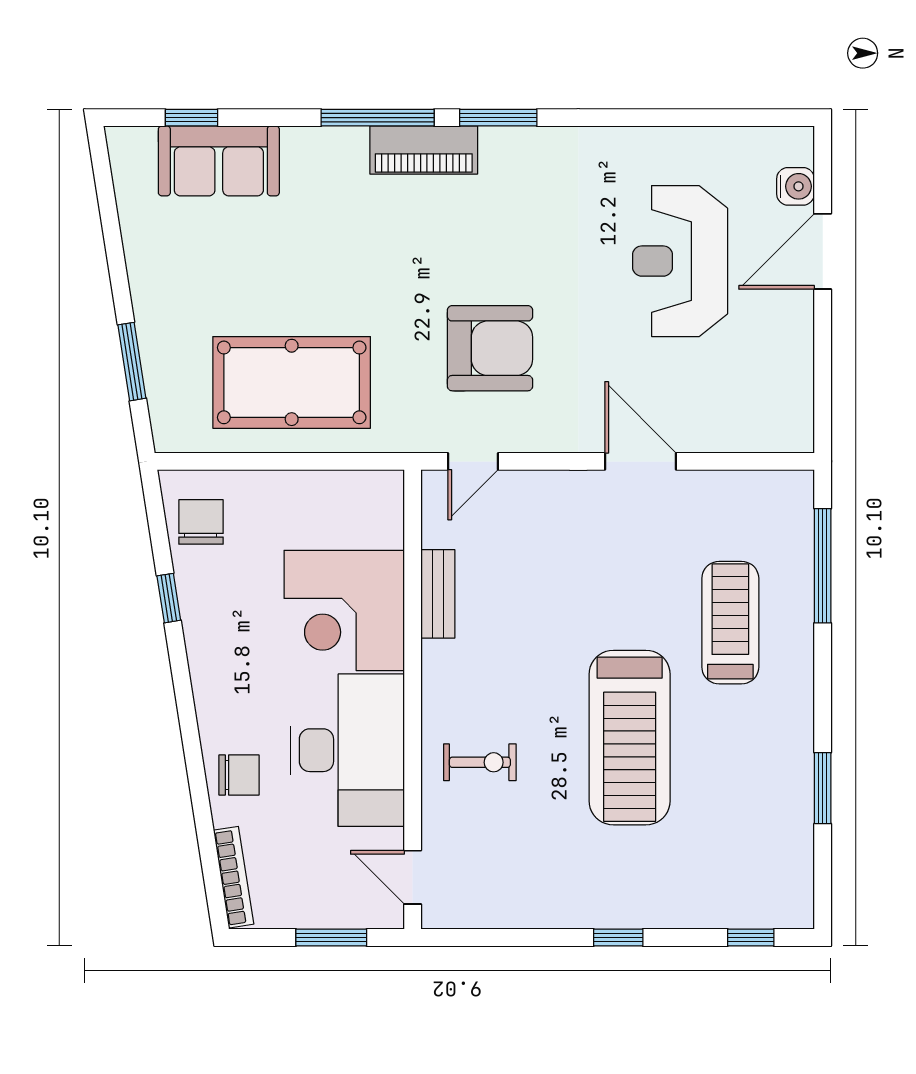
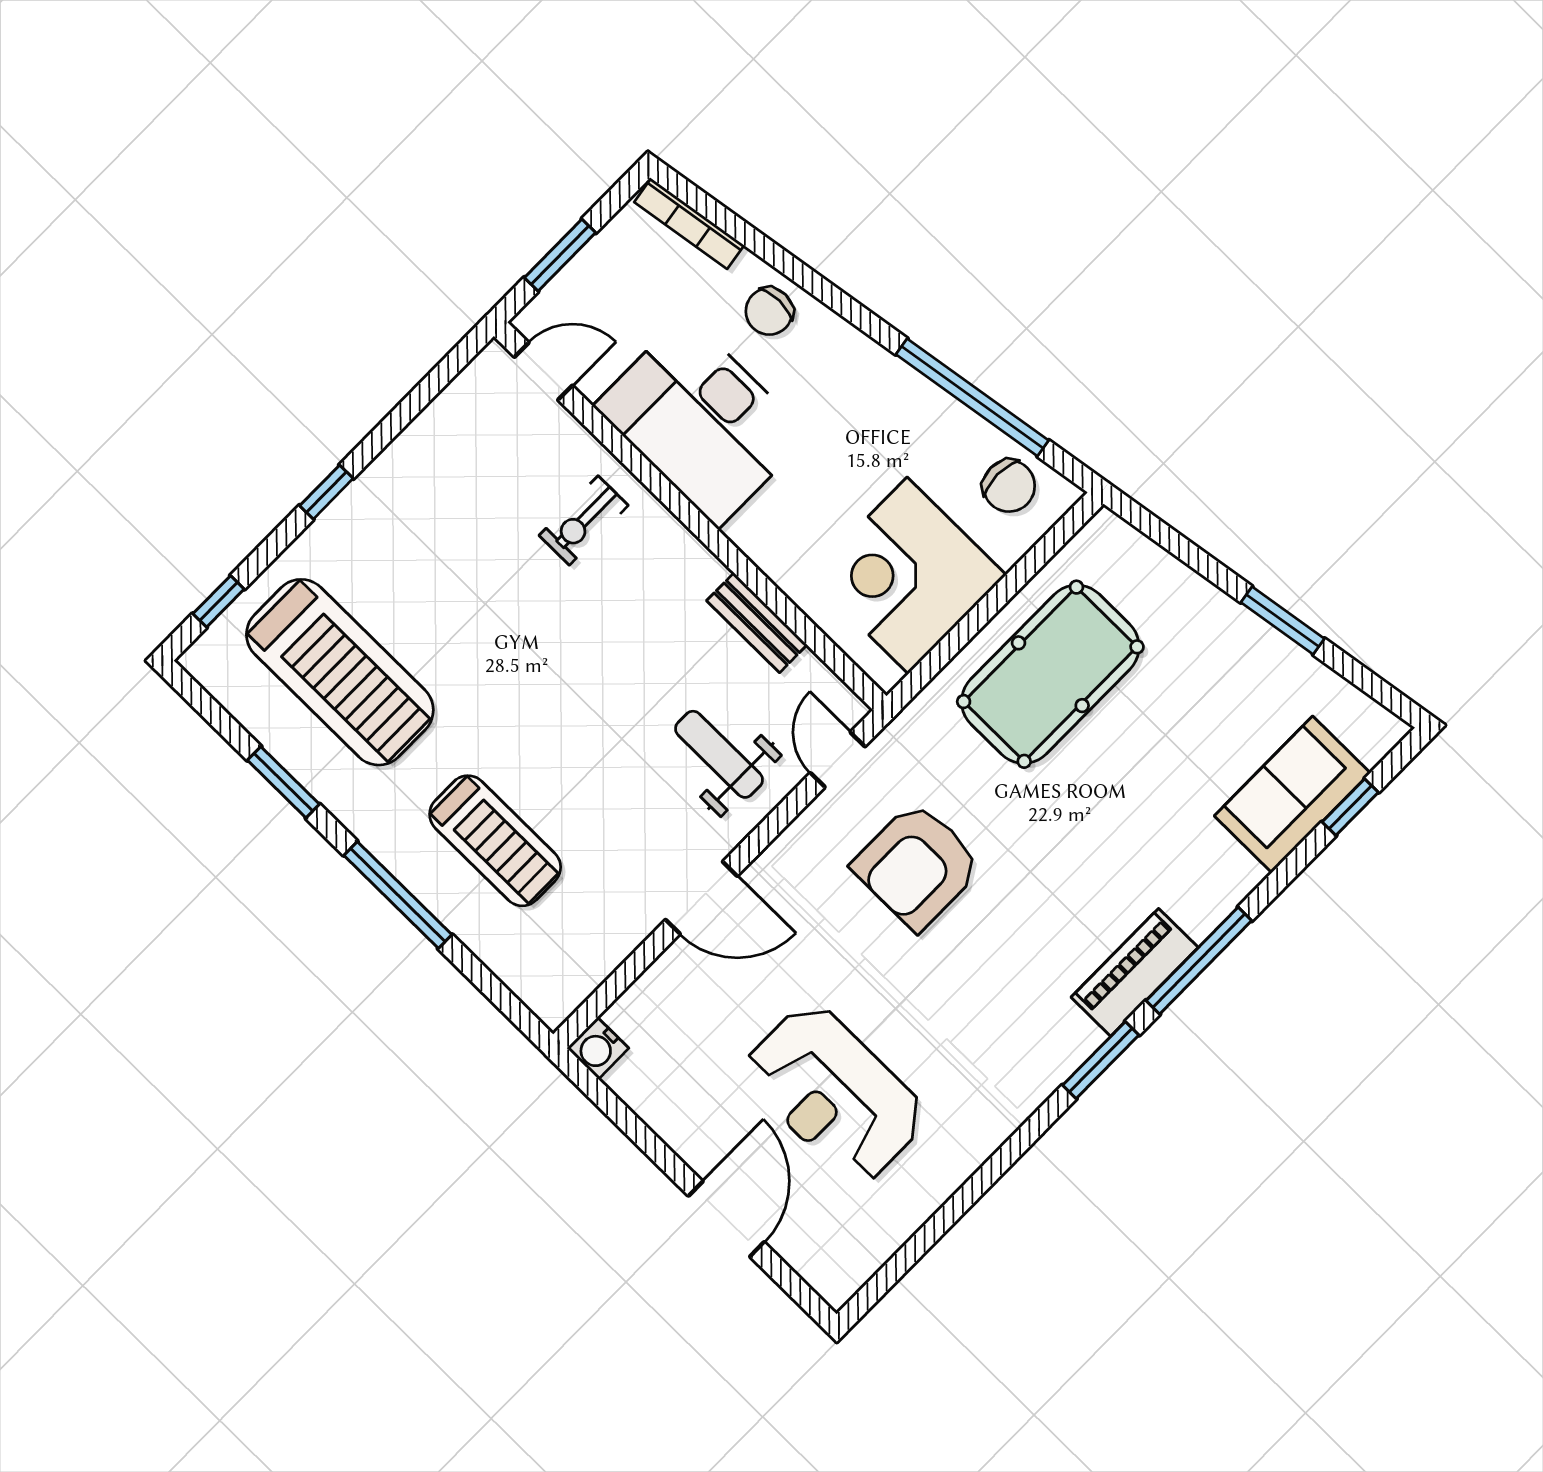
water cooler: (796, 186) -> (598, 1048), moved
reception desk: (680, 261) -> (834, 1093), turned 180
window: (132, 362) -> (1283, 621), moved
weight bench: (542, 537) -> (719, 754), added
window: (823, 566) -> (398, 895), moved
window: (169, 598) -> (972, 397), width x3.17
corner desk: (344, 610) -> (908, 576), moved, turned -90
treadmill: (630, 738) -> (340, 672), moved, turned 180

